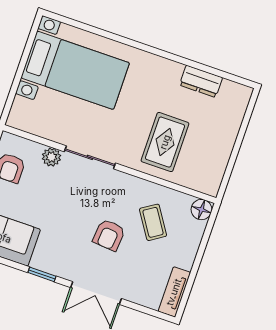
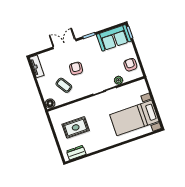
dresser: (201, 81) -> (76, 153), moved
rug: (165, 142) -> (76, 127), moved, turned 90

